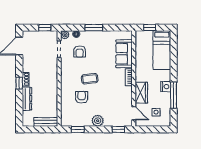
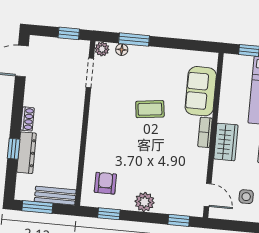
window: (94, 28) -> (134, 40), moved
armchair: (80, 52) -> (125, 80), removed
coffee table: (90, 79) -> (150, 109), moved
window: (19, 83) -> (14, 149), moved
wardrobe: (141, 93) -> (226, 142), moved
armchair: (82, 97) -> (105, 183), moved
window: (36, 129) -> (37, 207), added

